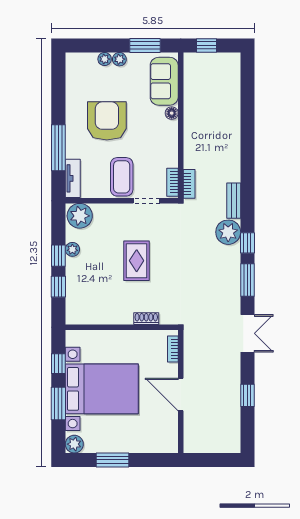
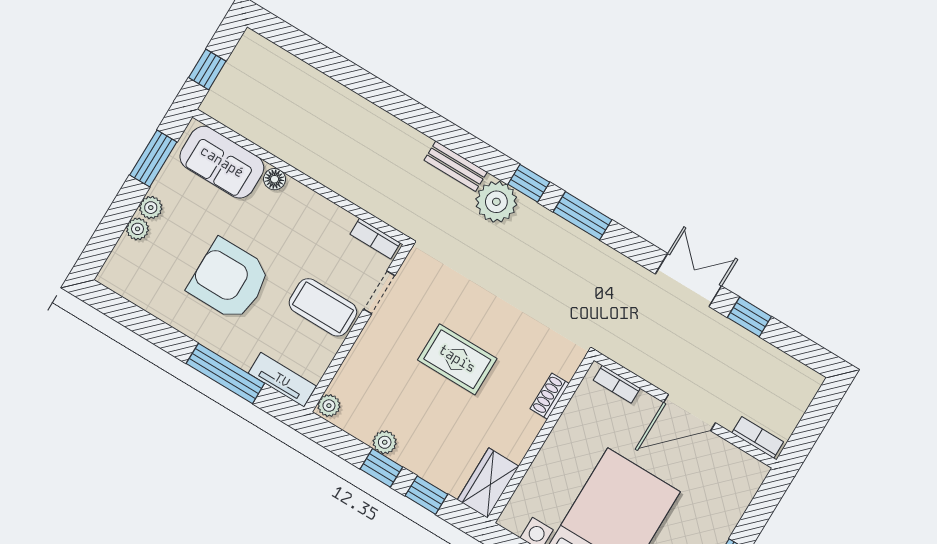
bookcase: (189, 184) -> (758, 437), moved
plant: (80, 216) -> (329, 406), width x0.53, depth x0.53
wardrobe: (83, 314) -> (488, 483), added
double door: (247, 333) -> (688, 280), moved

